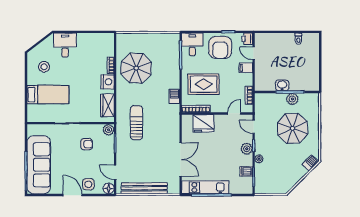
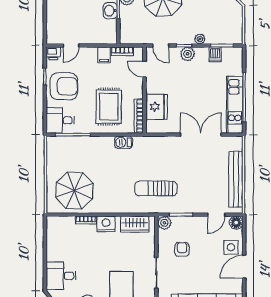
parasol: (136, 68) -> (74, 191), moved
filing cabinet: (246, 68) -> (104, 55), moved
door: (254, 127) -> (161, 46), hinge flipped

